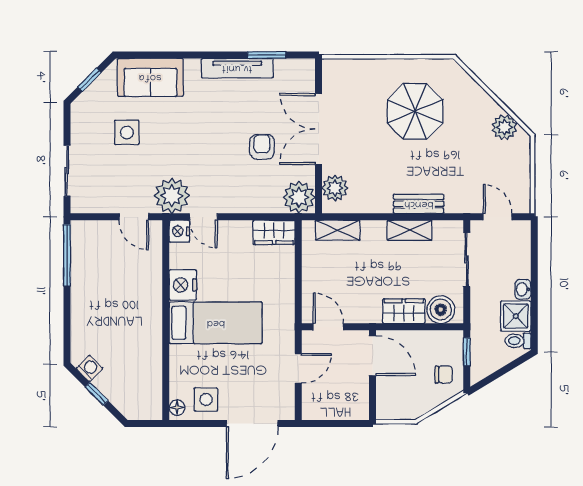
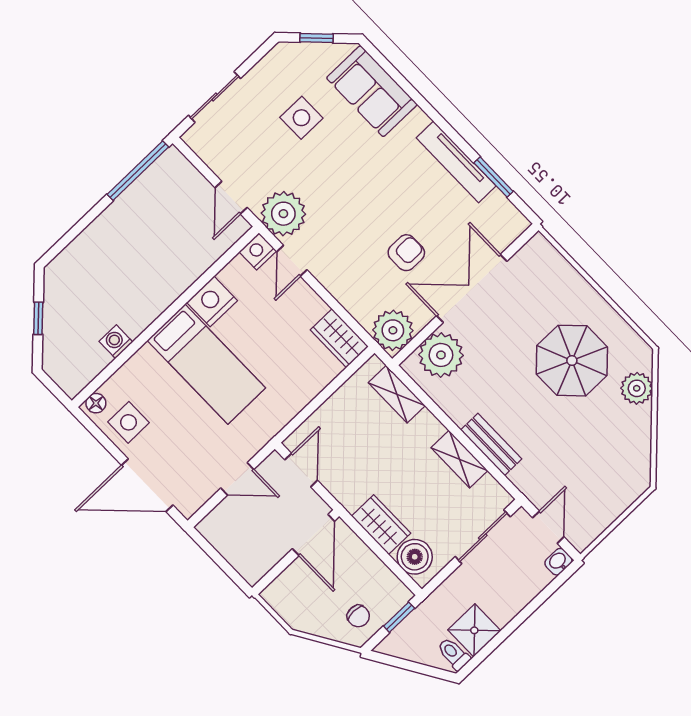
plant: (504, 127) -> (637, 388), moved
plant: (335, 188) -> (441, 355), width x1.36, depth x1.36
washbasin: (523, 289) -> (558, 562), moved
washing machine: (89, 368) -> (116, 342), moved, turned -135

